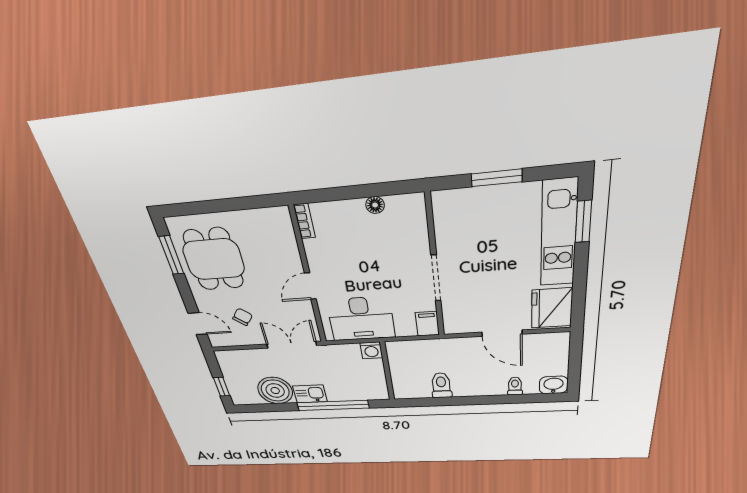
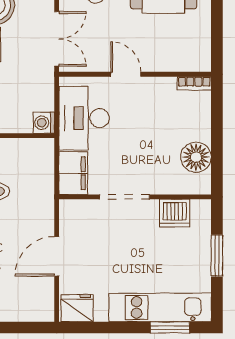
floor lamp: (375, 205) -> (196, 157), width x1.89, depth x1.89
dishwasher: (449, 228) -> (175, 213), added
fridge: (552, 308) -> (77, 308), width x0.73, depth x0.75
filing cabinet: (427, 324) -> (73, 173), width x2.00

